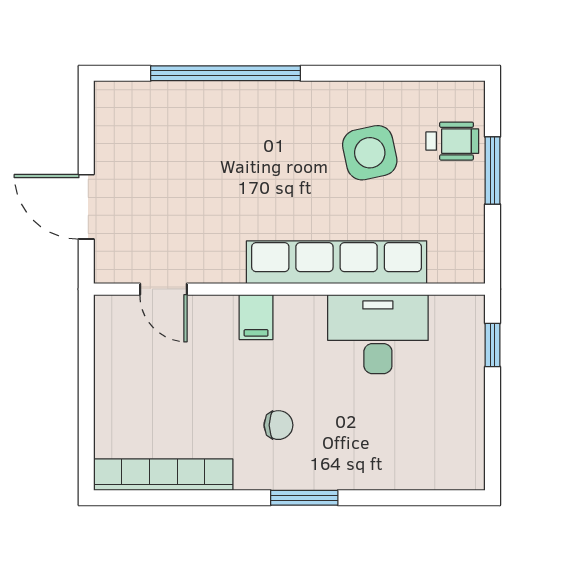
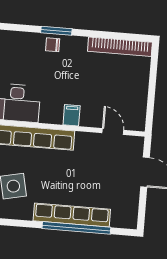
row of seats: (238, 100) -> (72, 215), added
chair: (278, 425) -> (53, 45), moved

